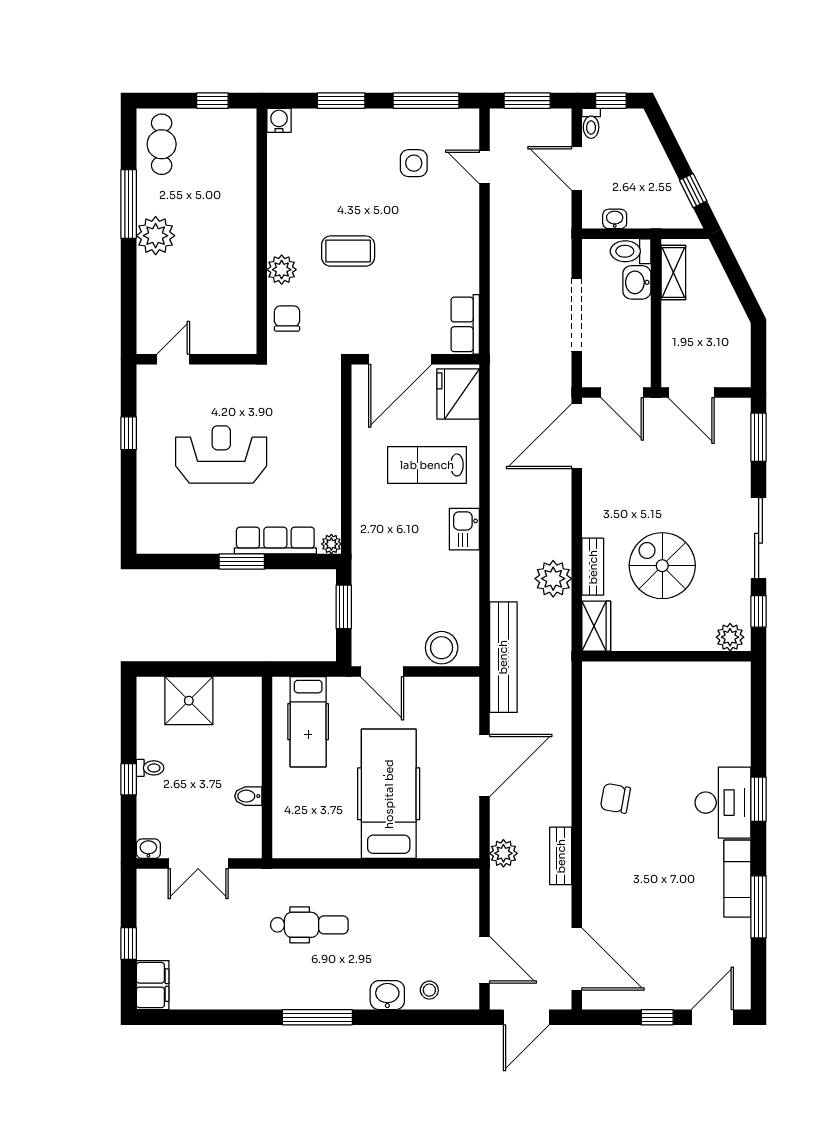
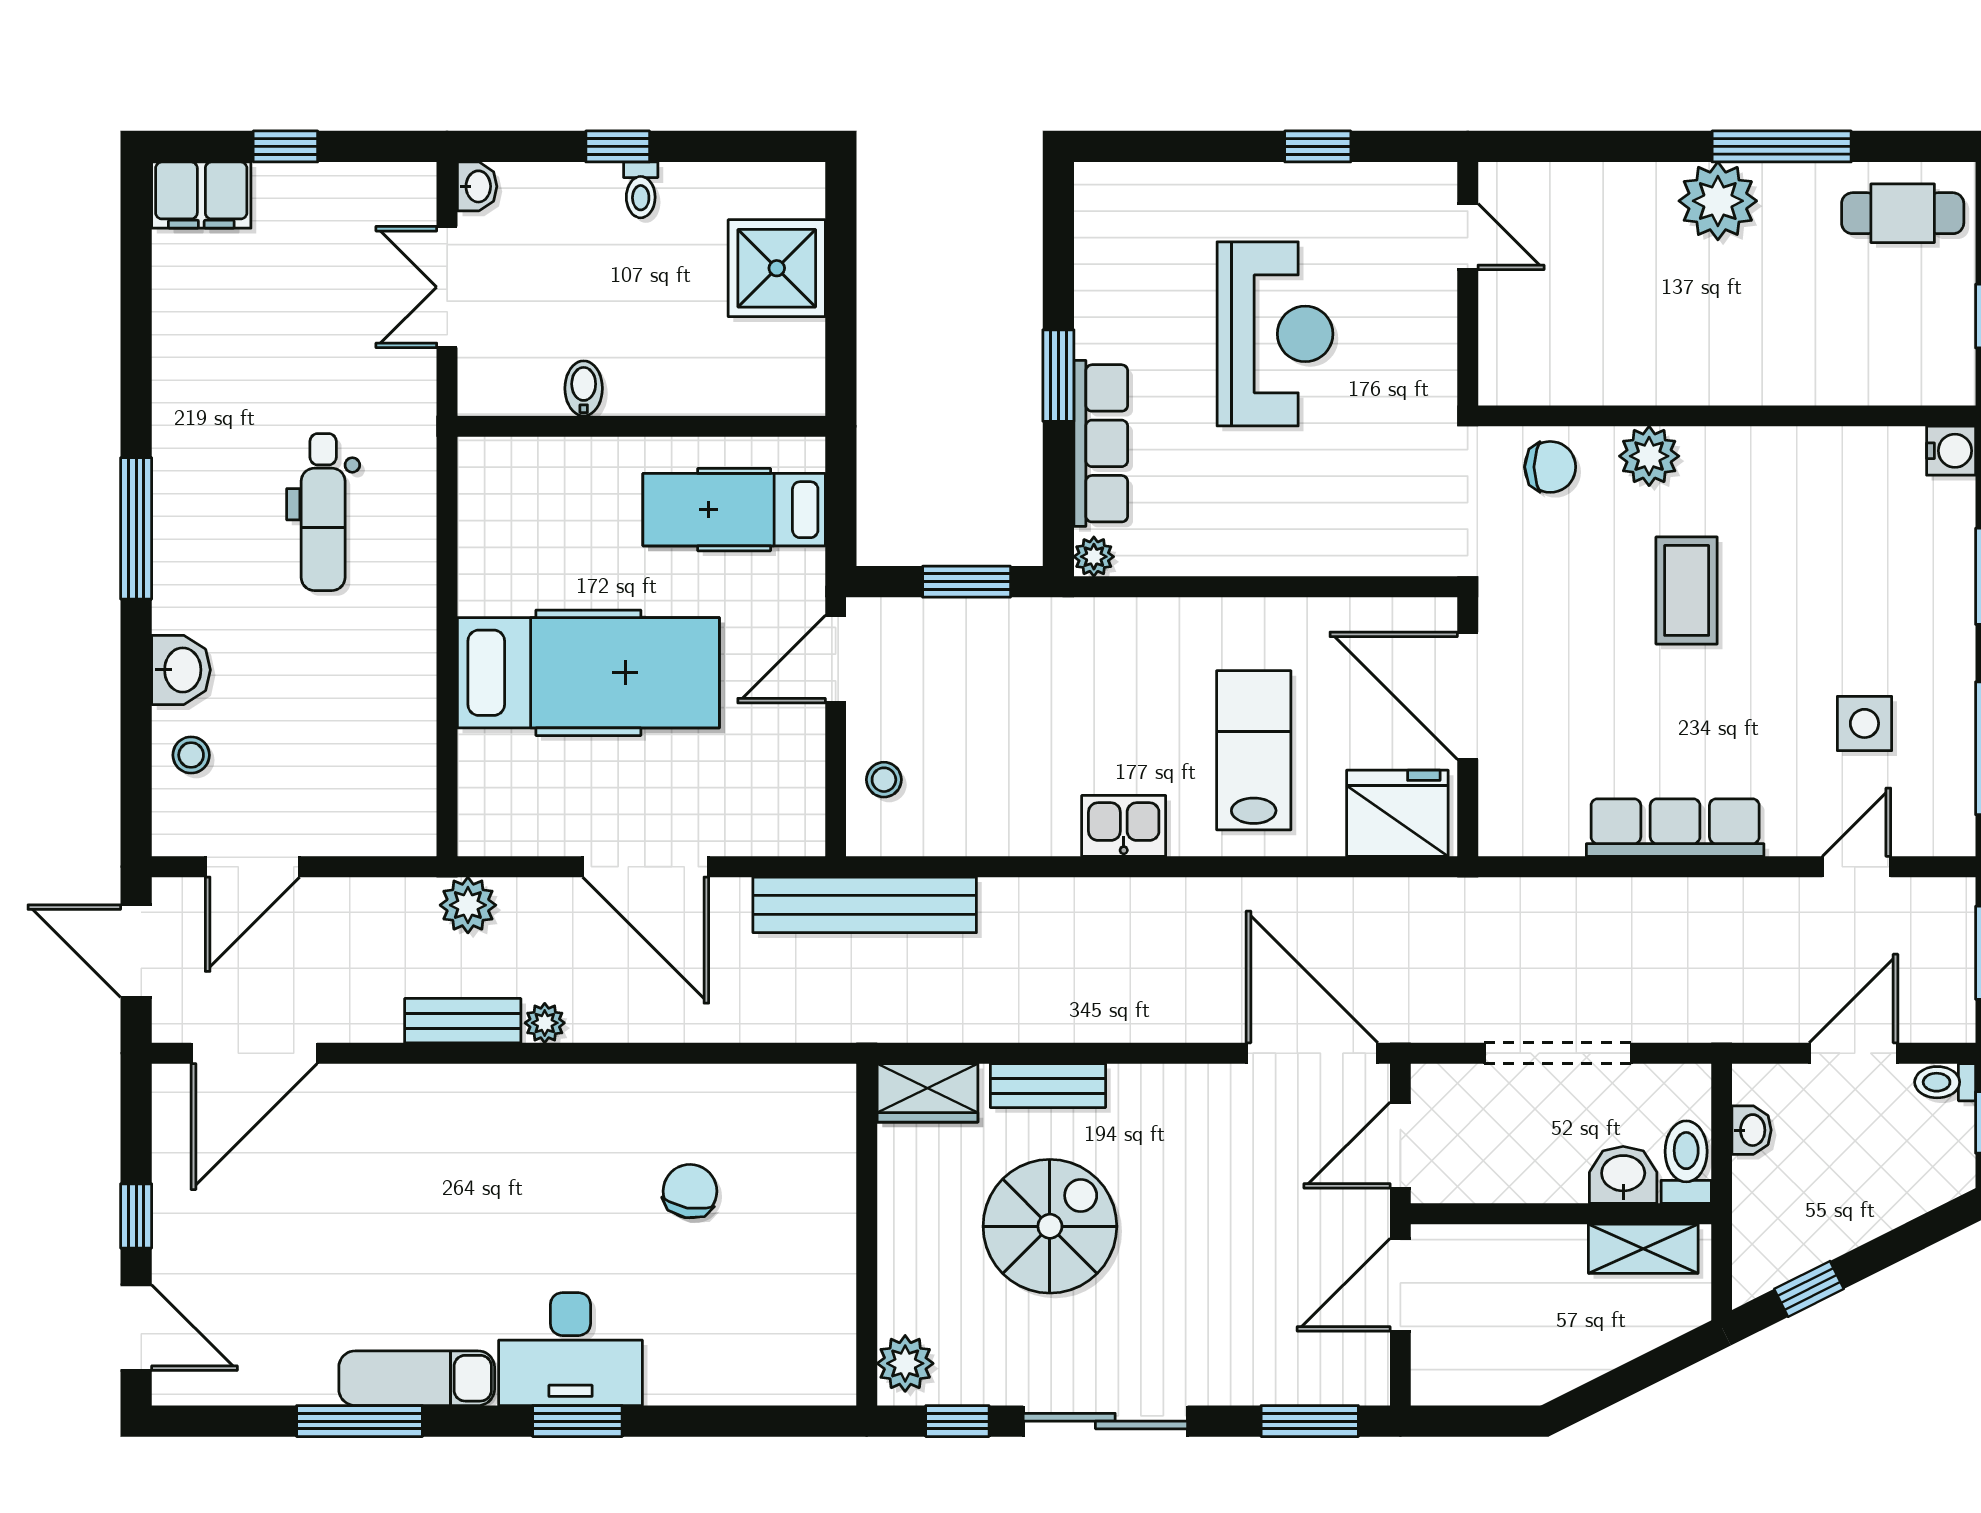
row of seats: (465, 324) -> (1675, 828), moved, width x1.48
plant: (553, 579) -> (545, 1023), moved, width x0.53, depth x0.53
stool: (442, 648) -> (884, 780), width x0.53, depth x0.53
chair: (615, 798) -> (690, 1191), moved

